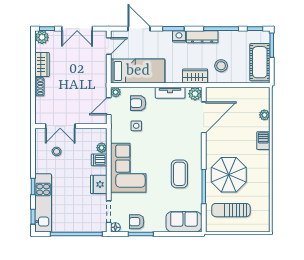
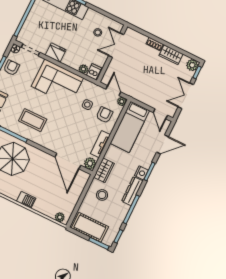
plant: (264, 115) -> (60, 217), moved
dishwasher: (99, 160) -> (94, 72), moved

